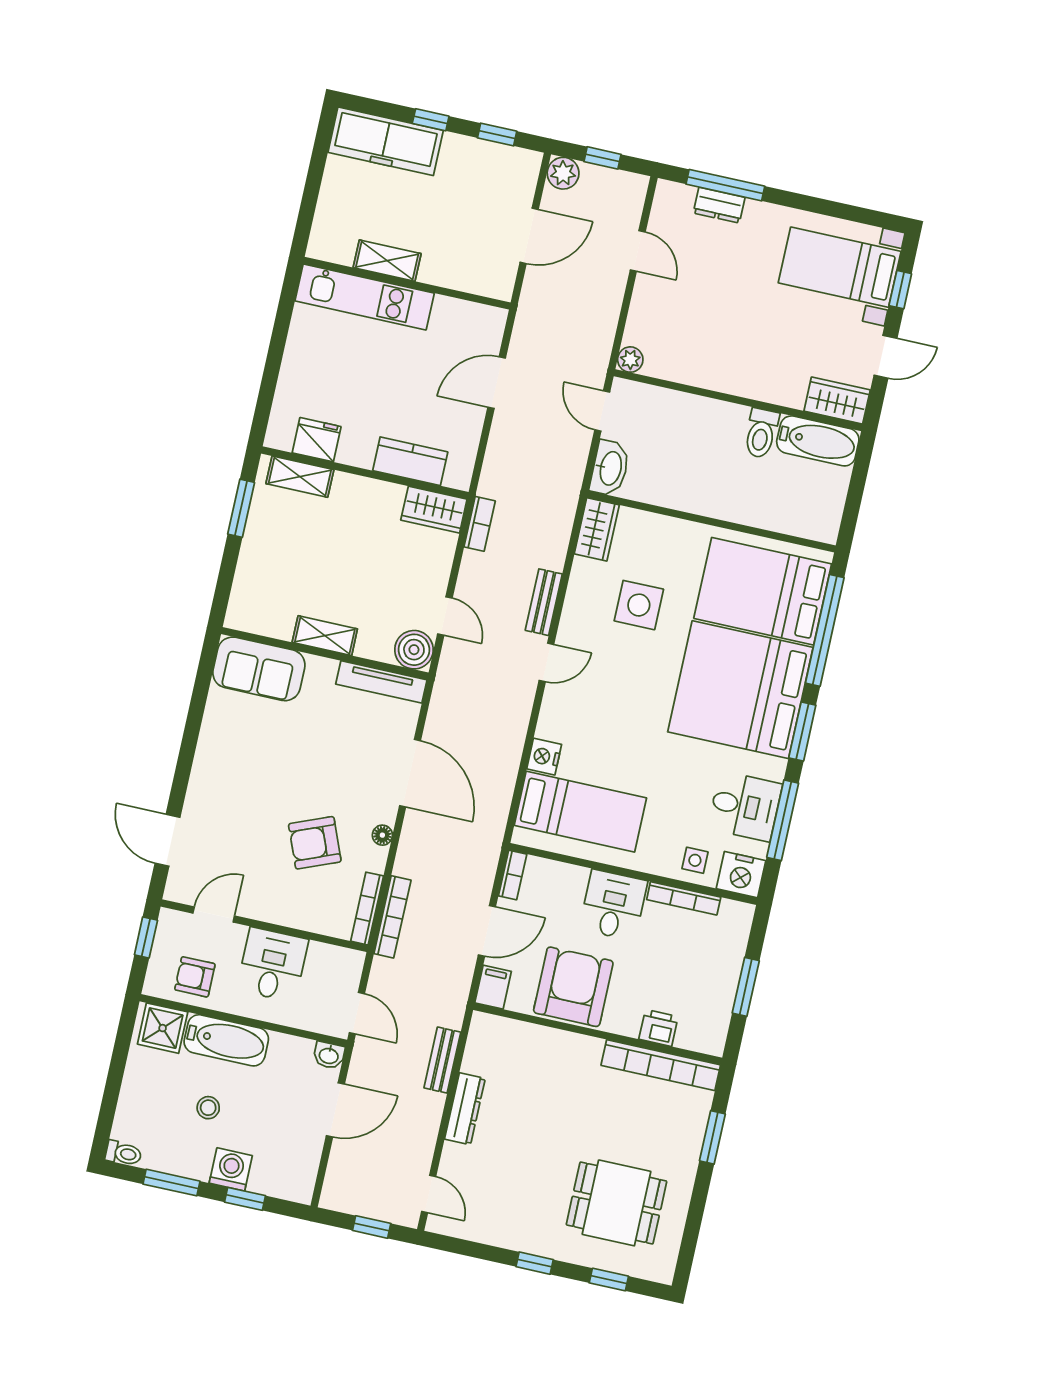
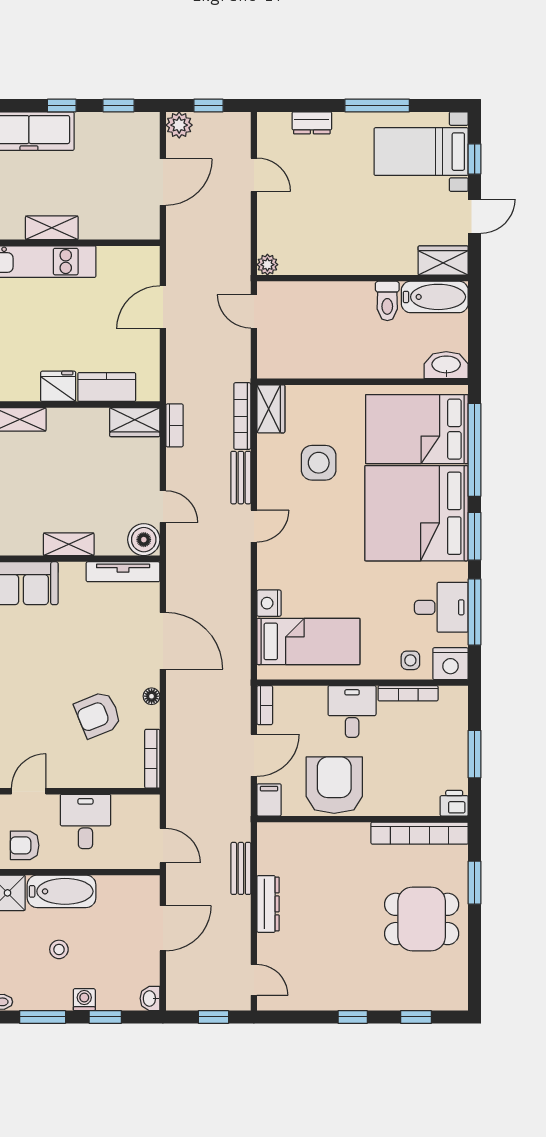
window: (725, 185) -> (377, 105), moved
fridge: (317, 440) -> (58, 386), moved
washbasin: (610, 468) -> (446, 365), moved, turned -90
bookcase: (392, 917) -> (242, 416), moved, turned 180
printer: (659, 1028) -> (454, 803), moved
washbasin: (329, 1055) -> (150, 998), moved, turned 90
washing machine: (231, 1169) -> (84, 1000), width x0.73, depth x0.73
dining table: (617, 1203) -> (422, 919), moved

